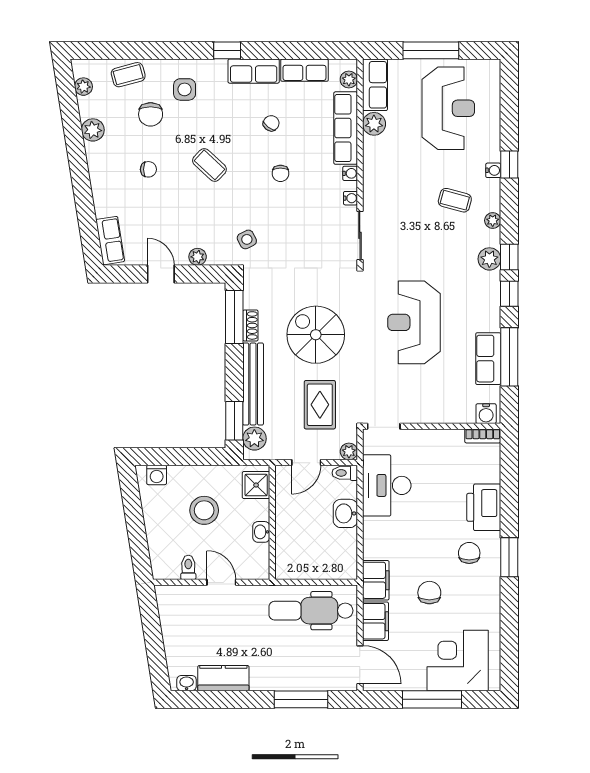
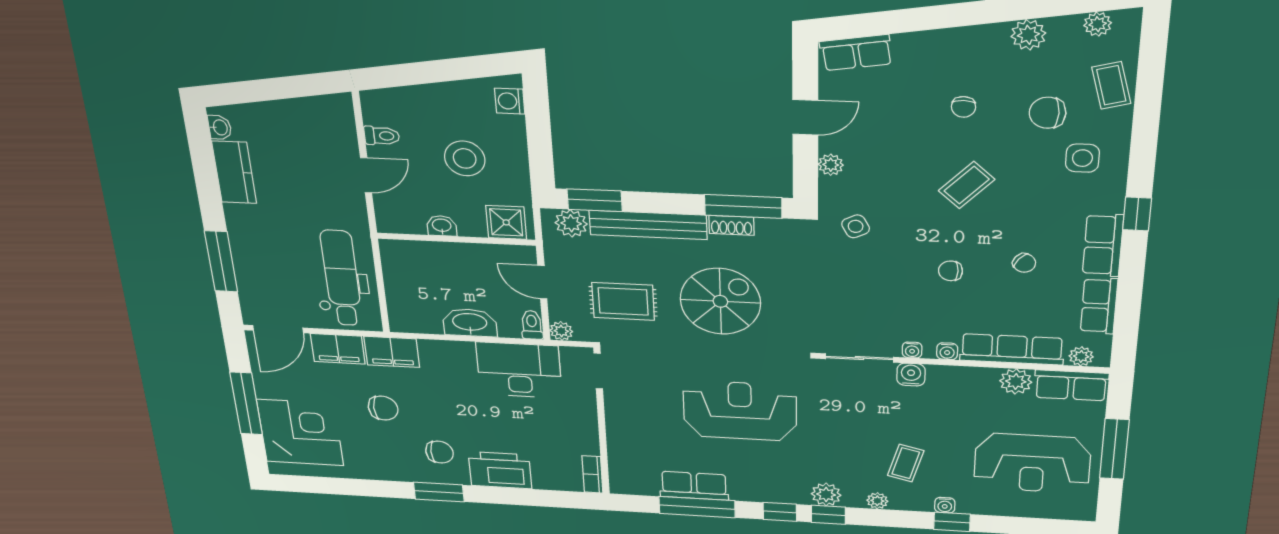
water cooler: (486, 414) -> (911, 375), moved, turned 90
washbasin: (345, 513) -> (470, 323), width x1.38

